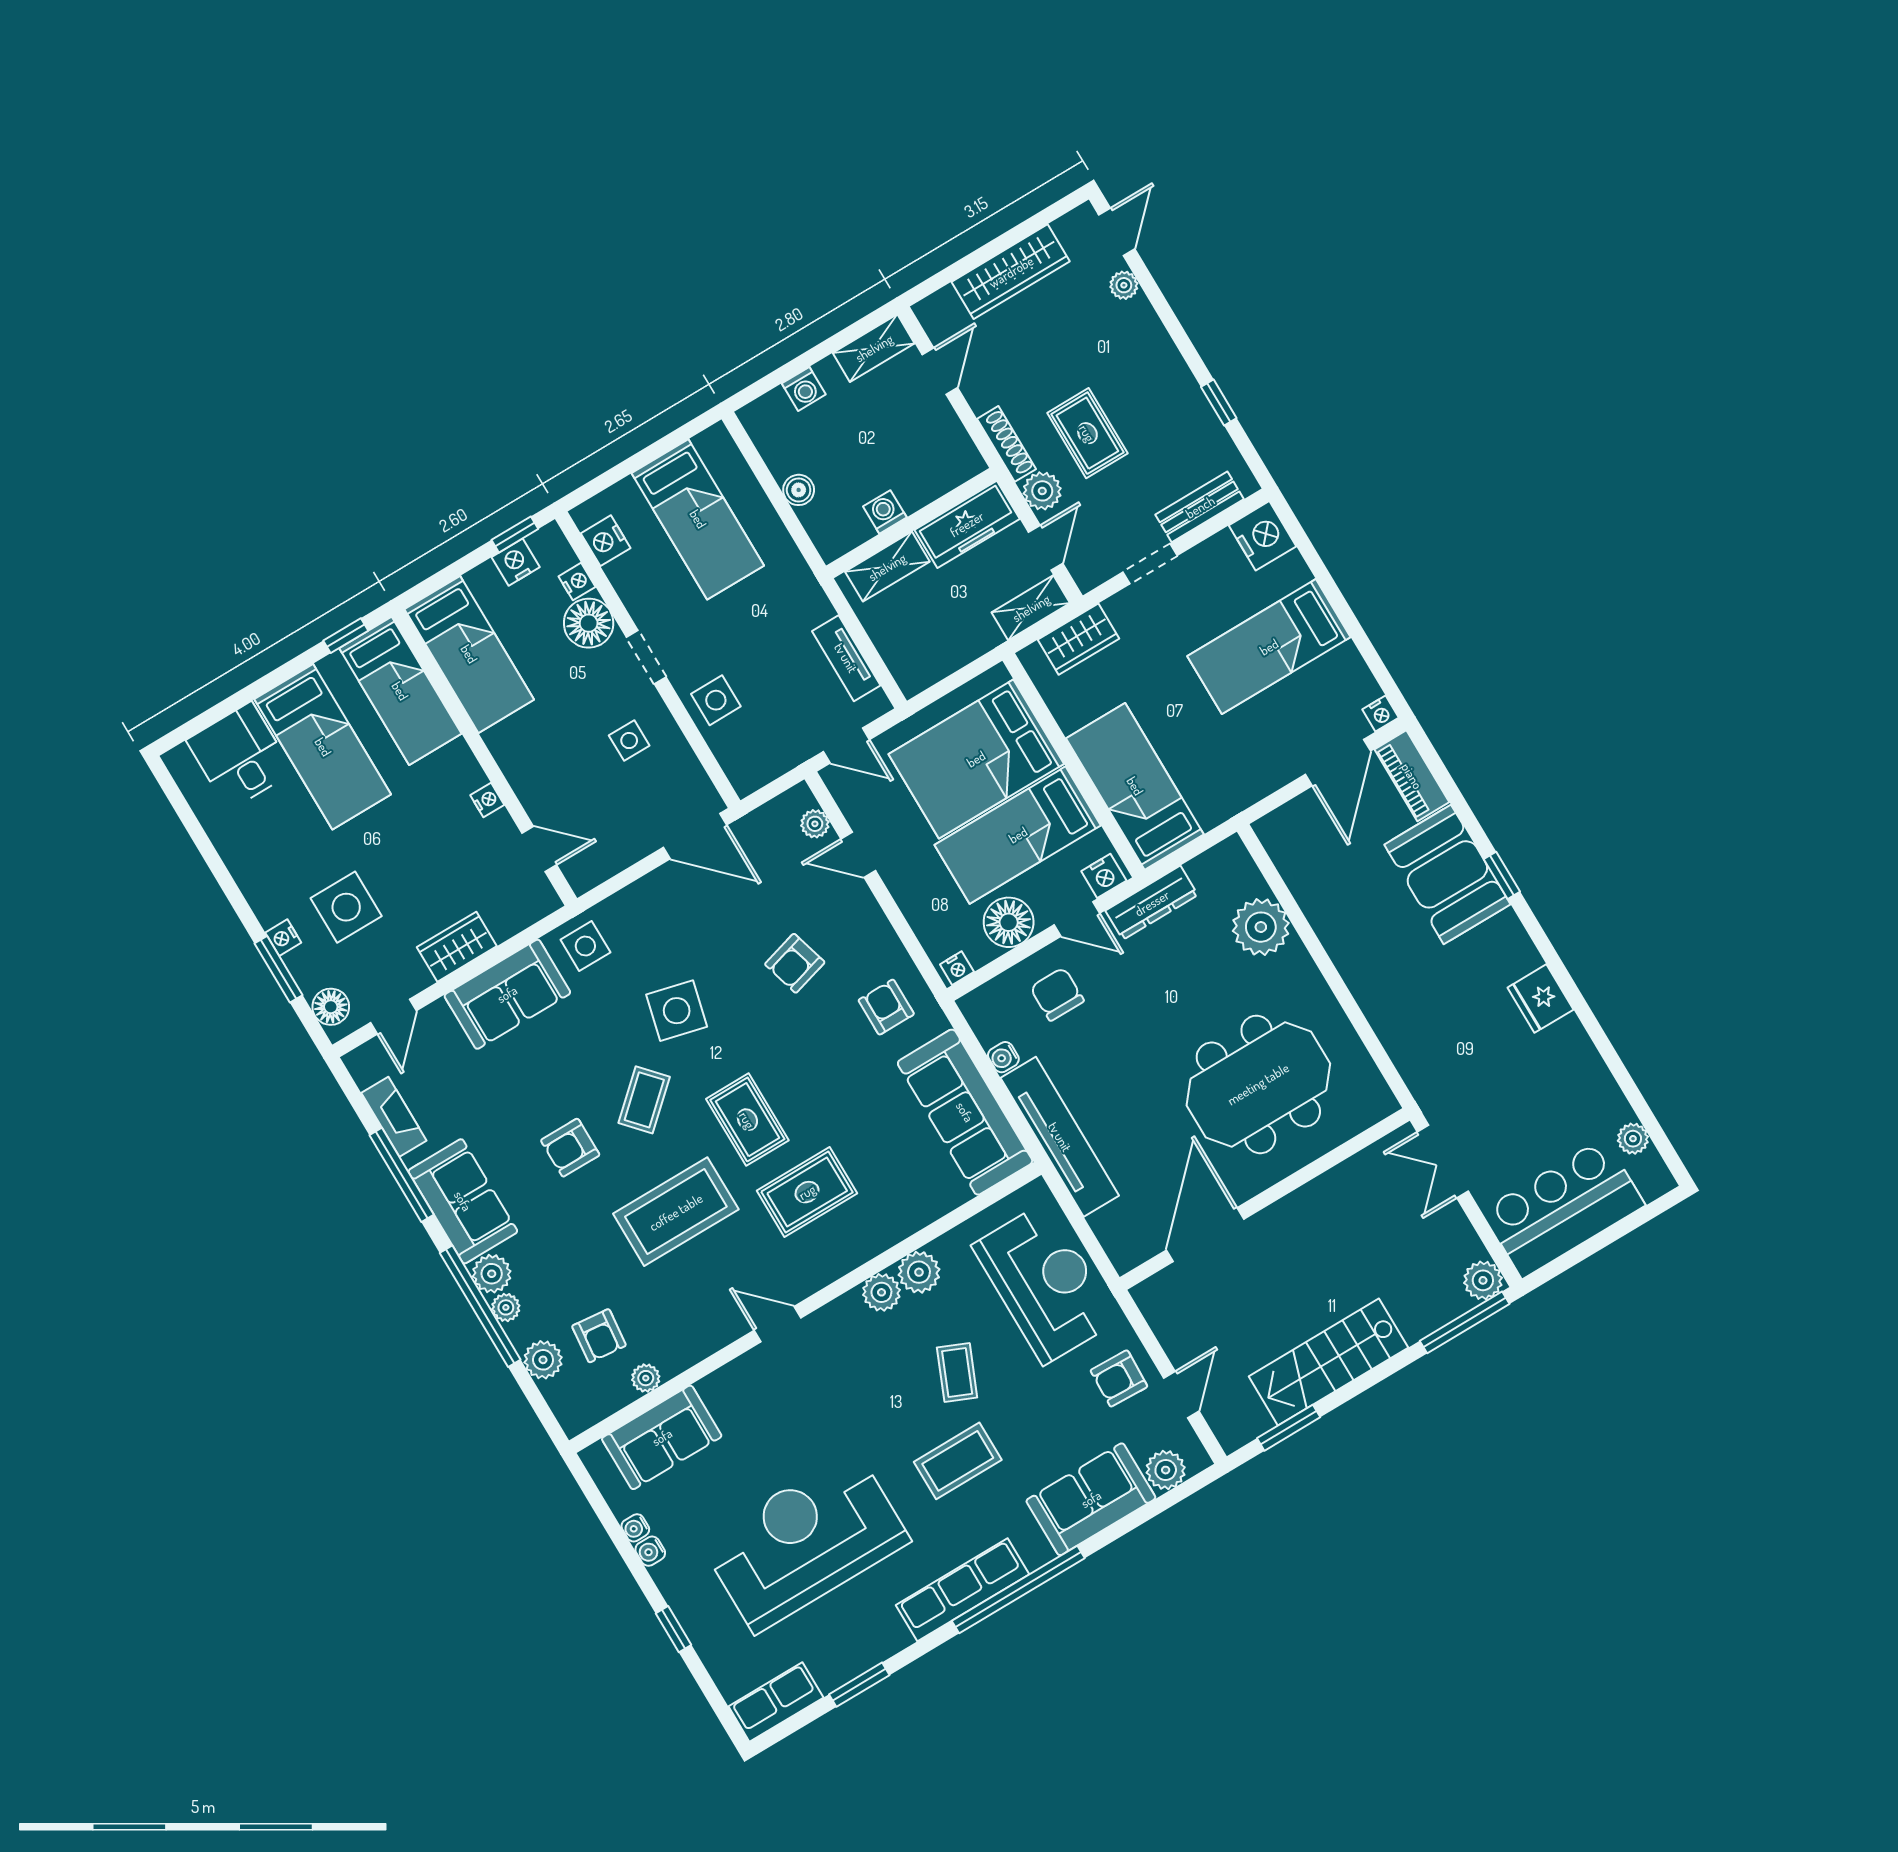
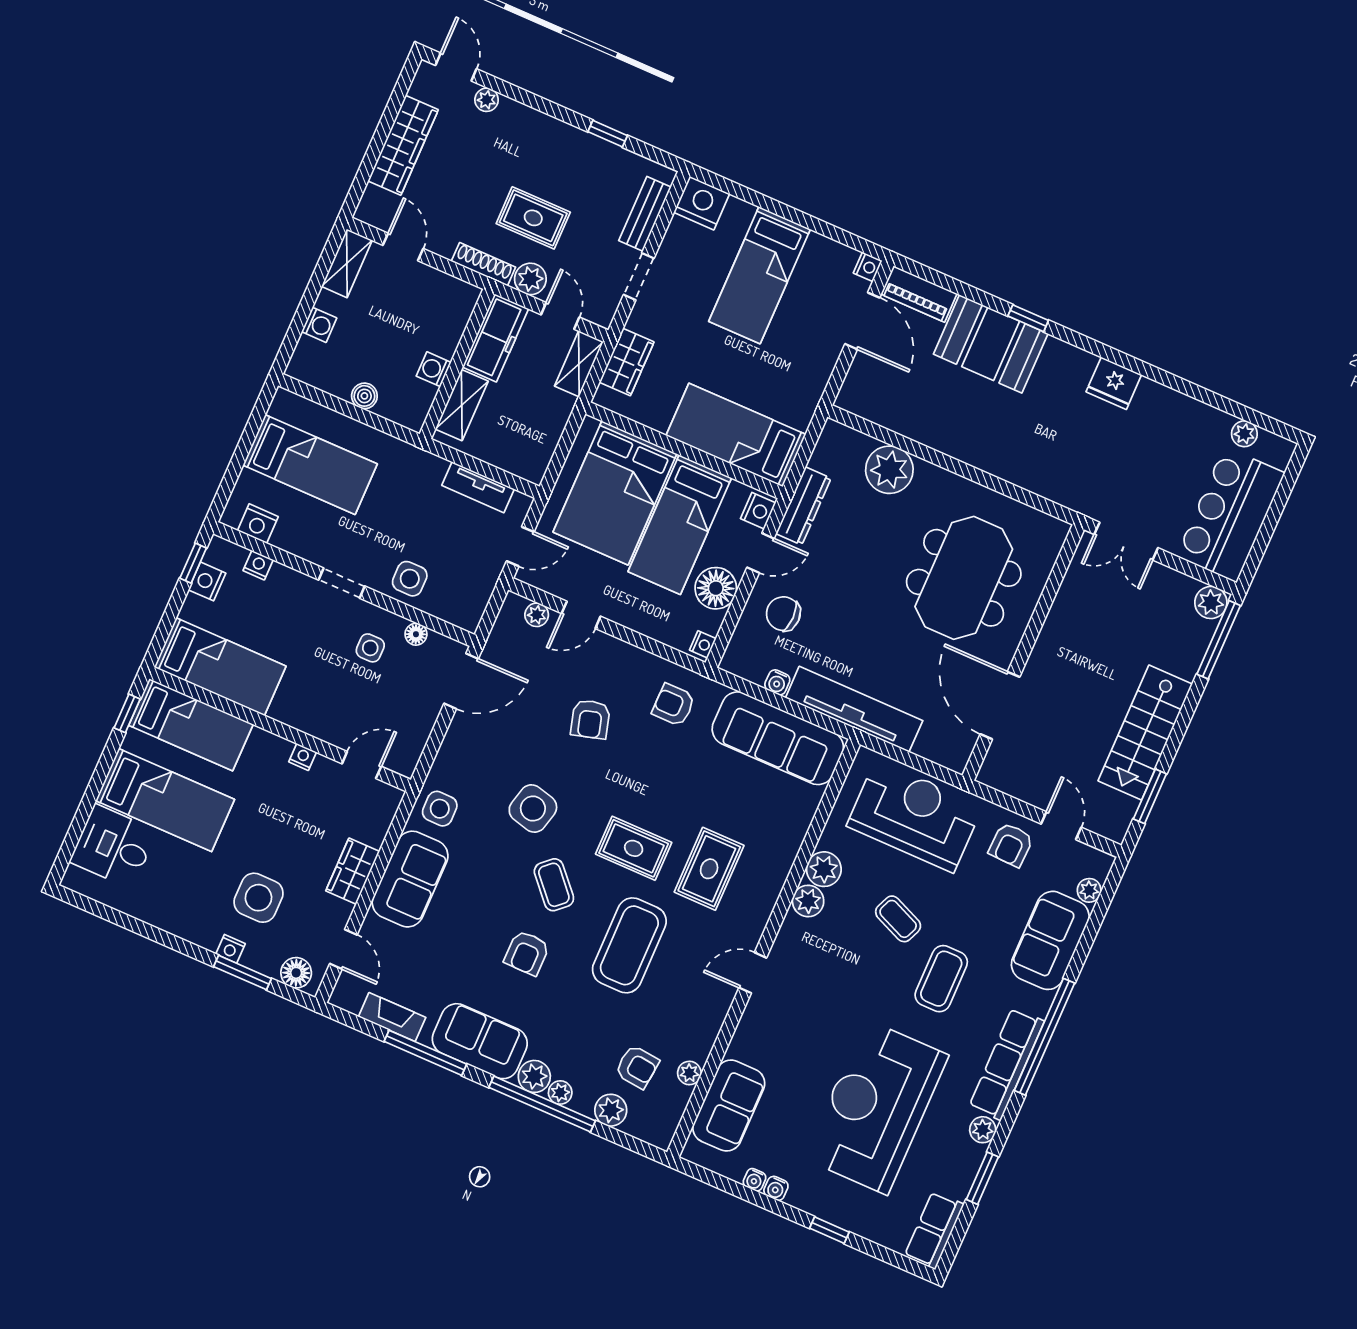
floor lamp: (589, 623) -> (416, 634), moved, width x0.53, depth x0.53
plant: (1166, 1470) -> (1089, 890), width x0.73, depth x0.73
plant: (893, 1638) -> (983, 1130), added

